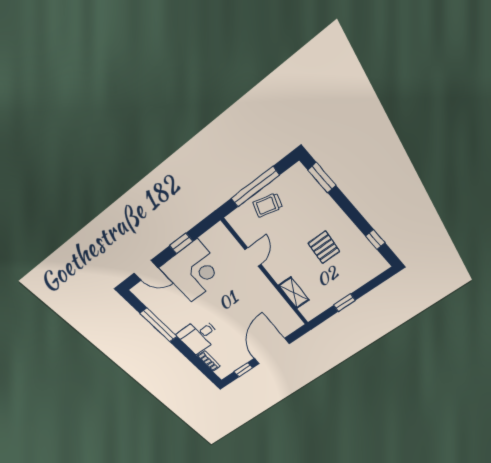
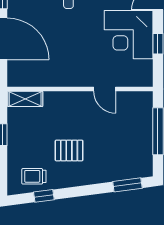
trolley: (268, 205) -> (34, 176), moved, turned -105
shelving: (294, 293) -> (25, 99), moved

